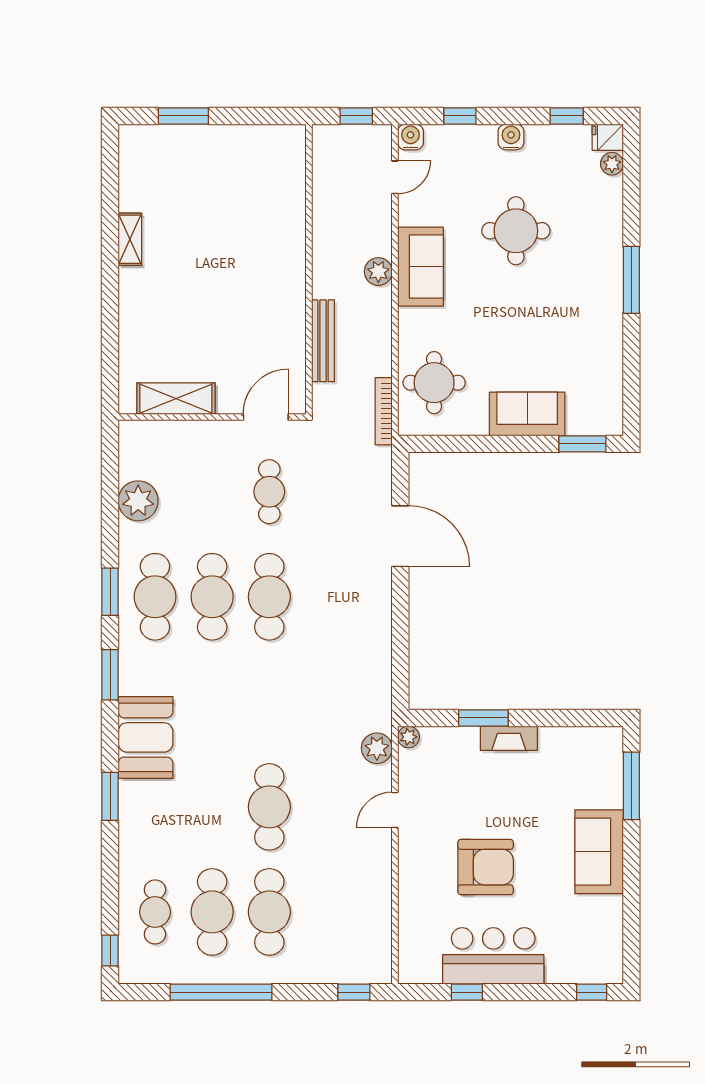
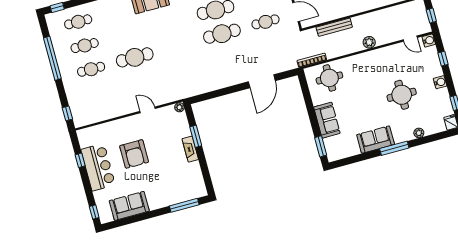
plant: (612, 164) -> (419, 133), moved
sofa: (420, 267) -> (376, 140), moved, turned 180
plant: (377, 748) -> (171, 95), removed
sofa: (599, 852) -> (129, 206), moved
cafe table: (212, 912) -> (85, 46), width x0.73, depth x0.74
cafe table: (269, 912) -> (91, 69), width x0.73, depth x0.74

